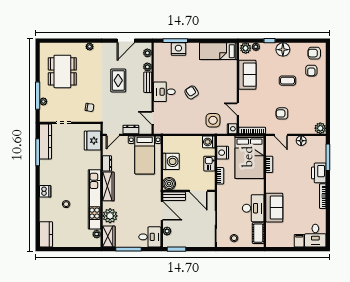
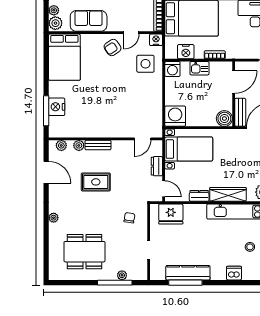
bed: (218, 51) -> (64, 57), width x1.50
desk: (164, 92) -> (110, 124), removed
armchair: (192, 92) -> (113, 47), moved
kitchen counter: (45, 141) -> (188, 273), moved
washing machine: (171, 161) -> (175, 116), moved

